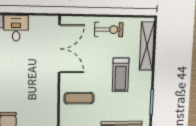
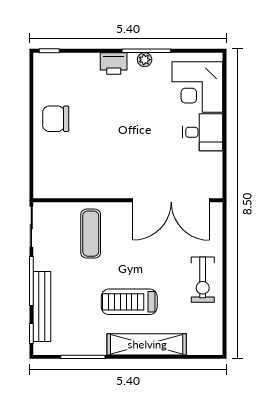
shelving: (147, 46) -> (147, 344), moved

